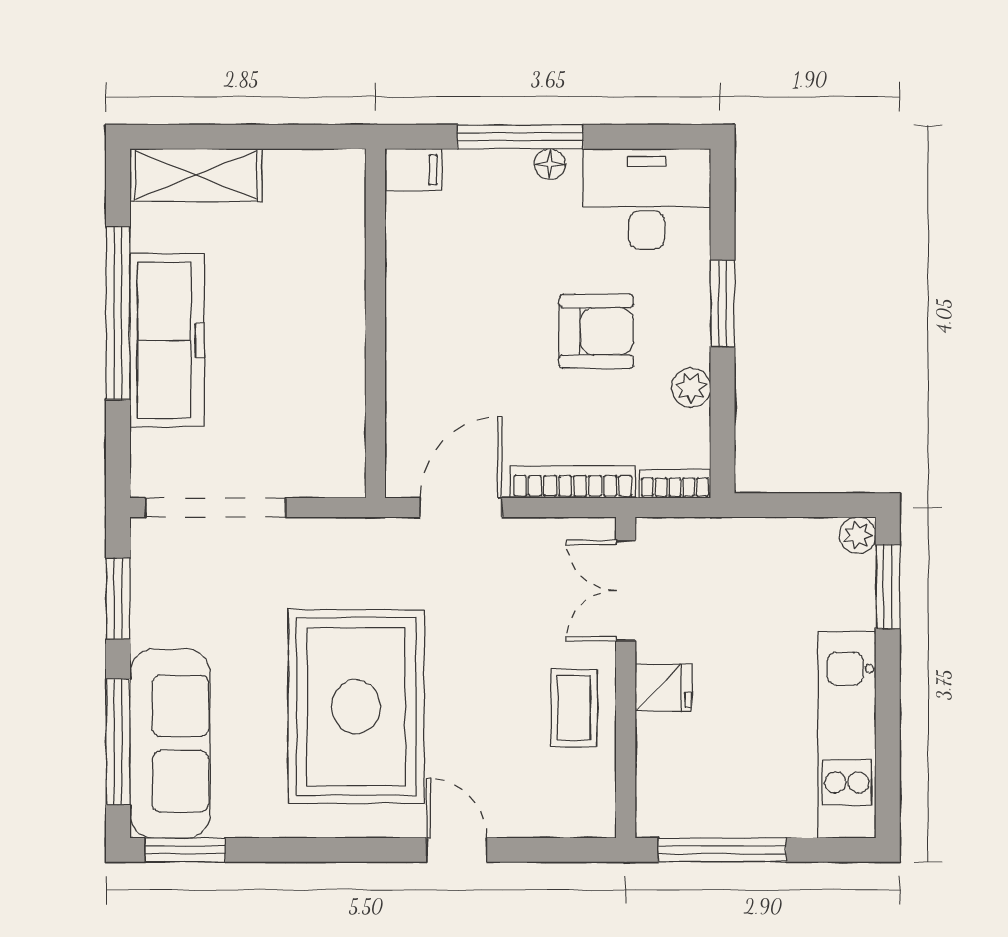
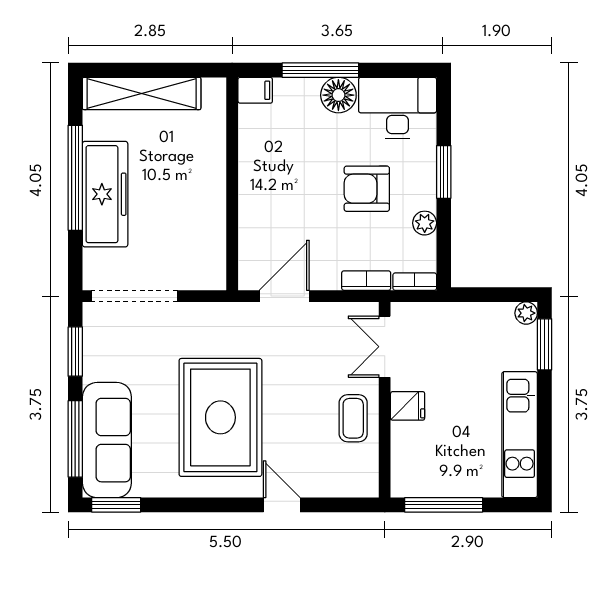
floor lamp: (550, 164) -> (338, 95), width x1.89, depth x1.89
shelving: (196, 175) -> (142, 93), width x1.47
armchair: (596, 331) -> (367, 189), turned 180
bookcase: (573, 482) -> (366, 281), width x0.64

